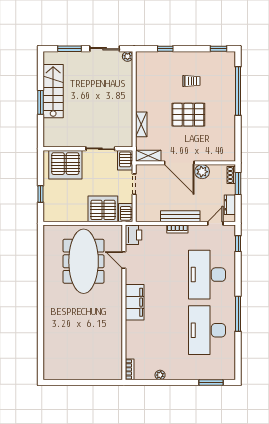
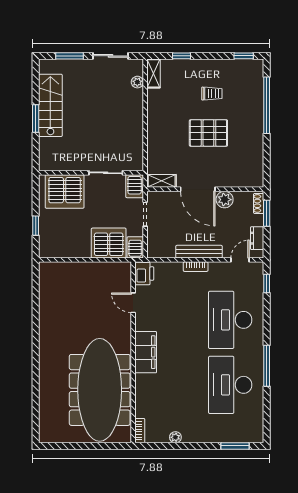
plant: (128, 56) -> (137, 82), moved
shelving: (141, 124) -> (153, 73), moved
meeting table: (84, 261) -> (100, 390), moved, width x1.36, depth x1.27

